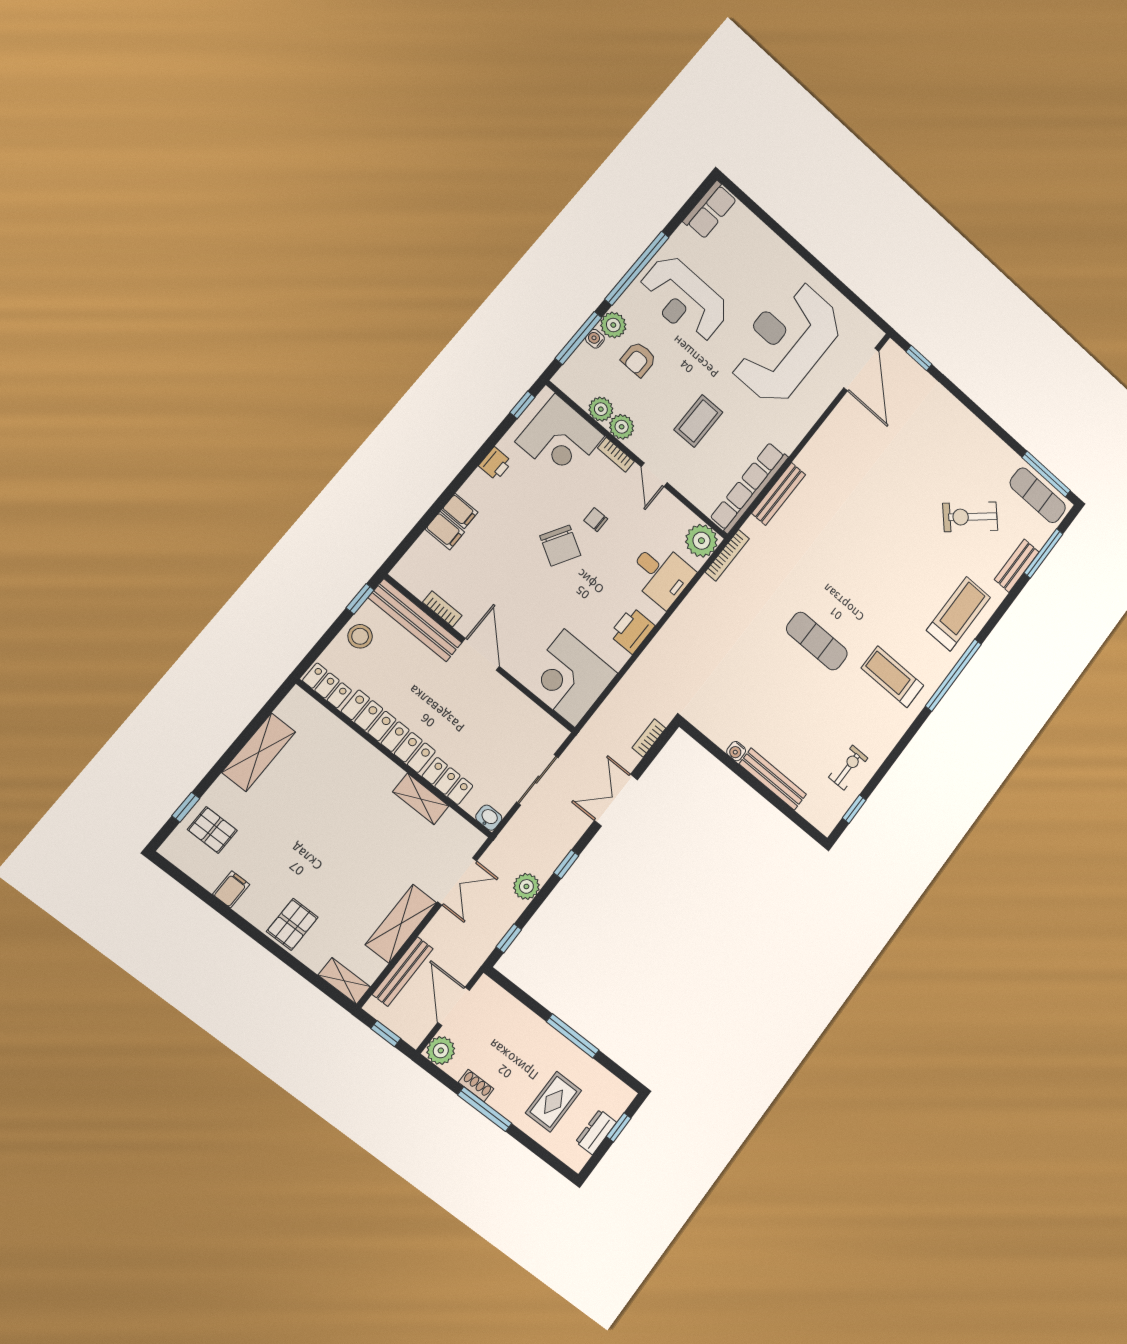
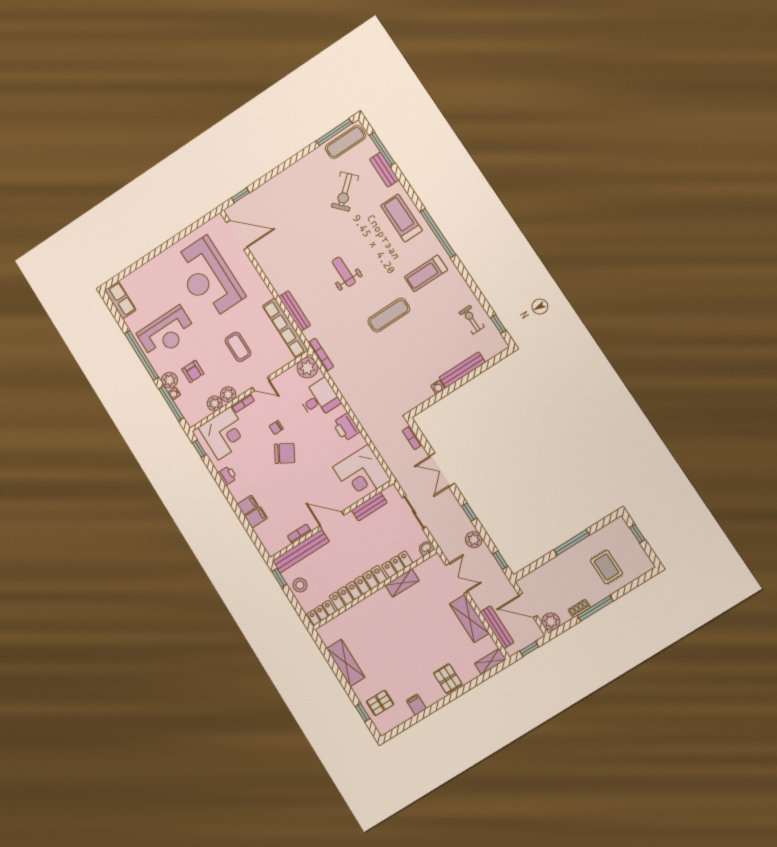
weight bench: (858, 552) -> (344, 272), added
bench: (523, 707) -> (369, 506), added
dresser: (596, 1132) -> (635, 548), removed

